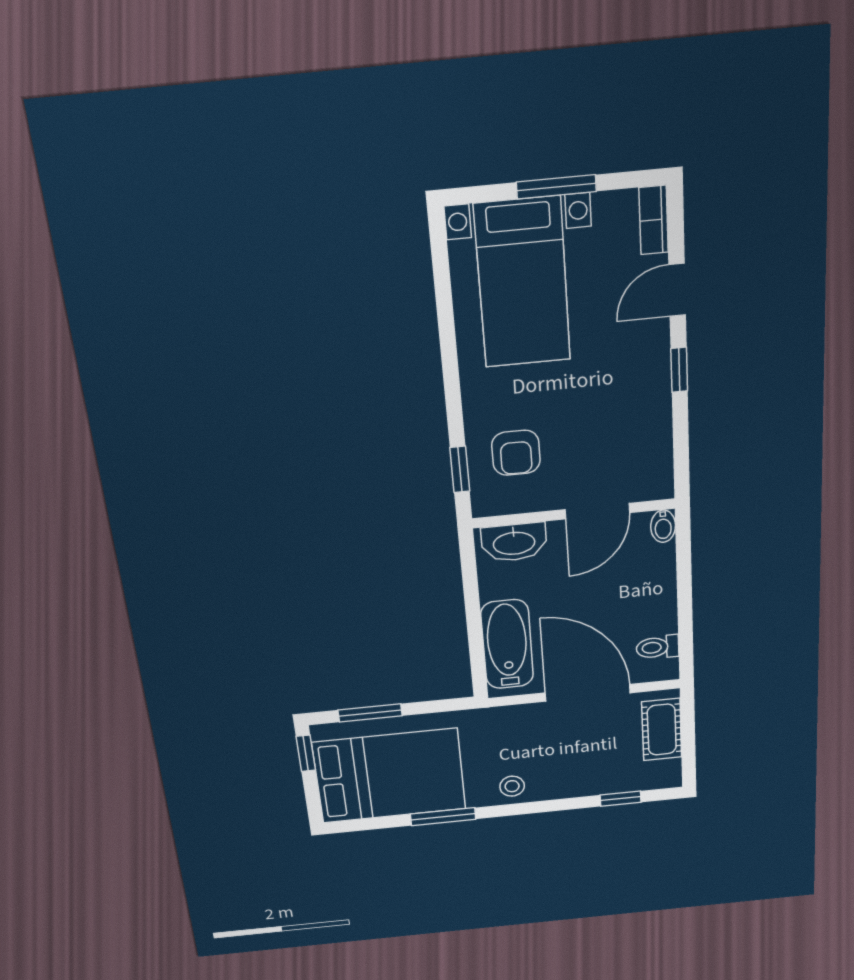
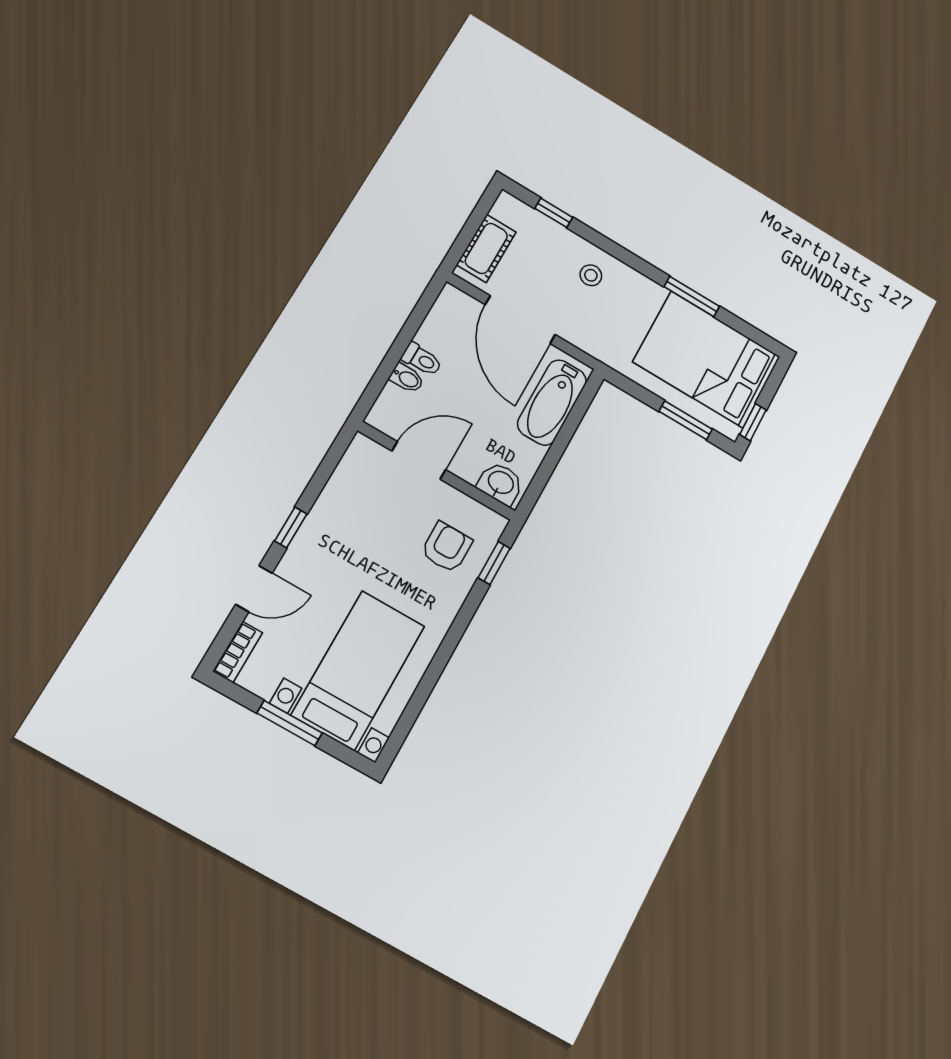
bidet: (663, 526) -> (407, 378), moved, turned 90
washbasin: (514, 542) -> (500, 483), width x0.72
toilet: (658, 647) -> (422, 359), moved
stool: (512, 786) -> (591, 275), moved

